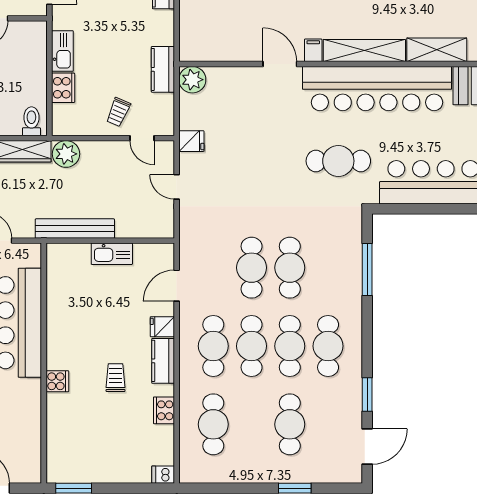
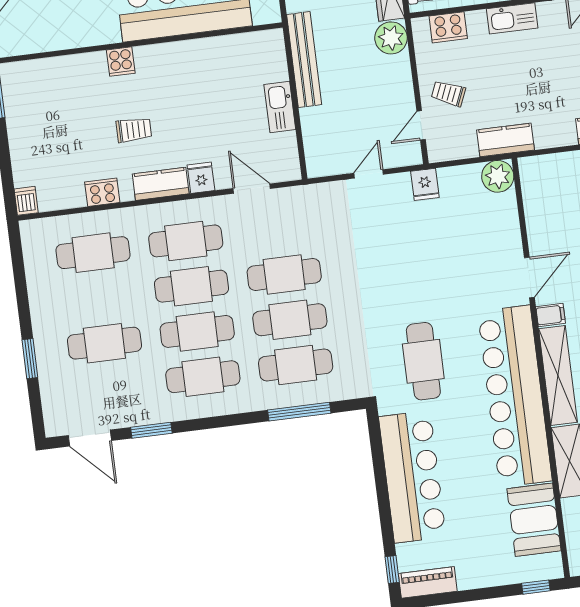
cooker: (63, 88) -> (448, 27), moved
cafe table: (328, 268) -> (296, 365), added

